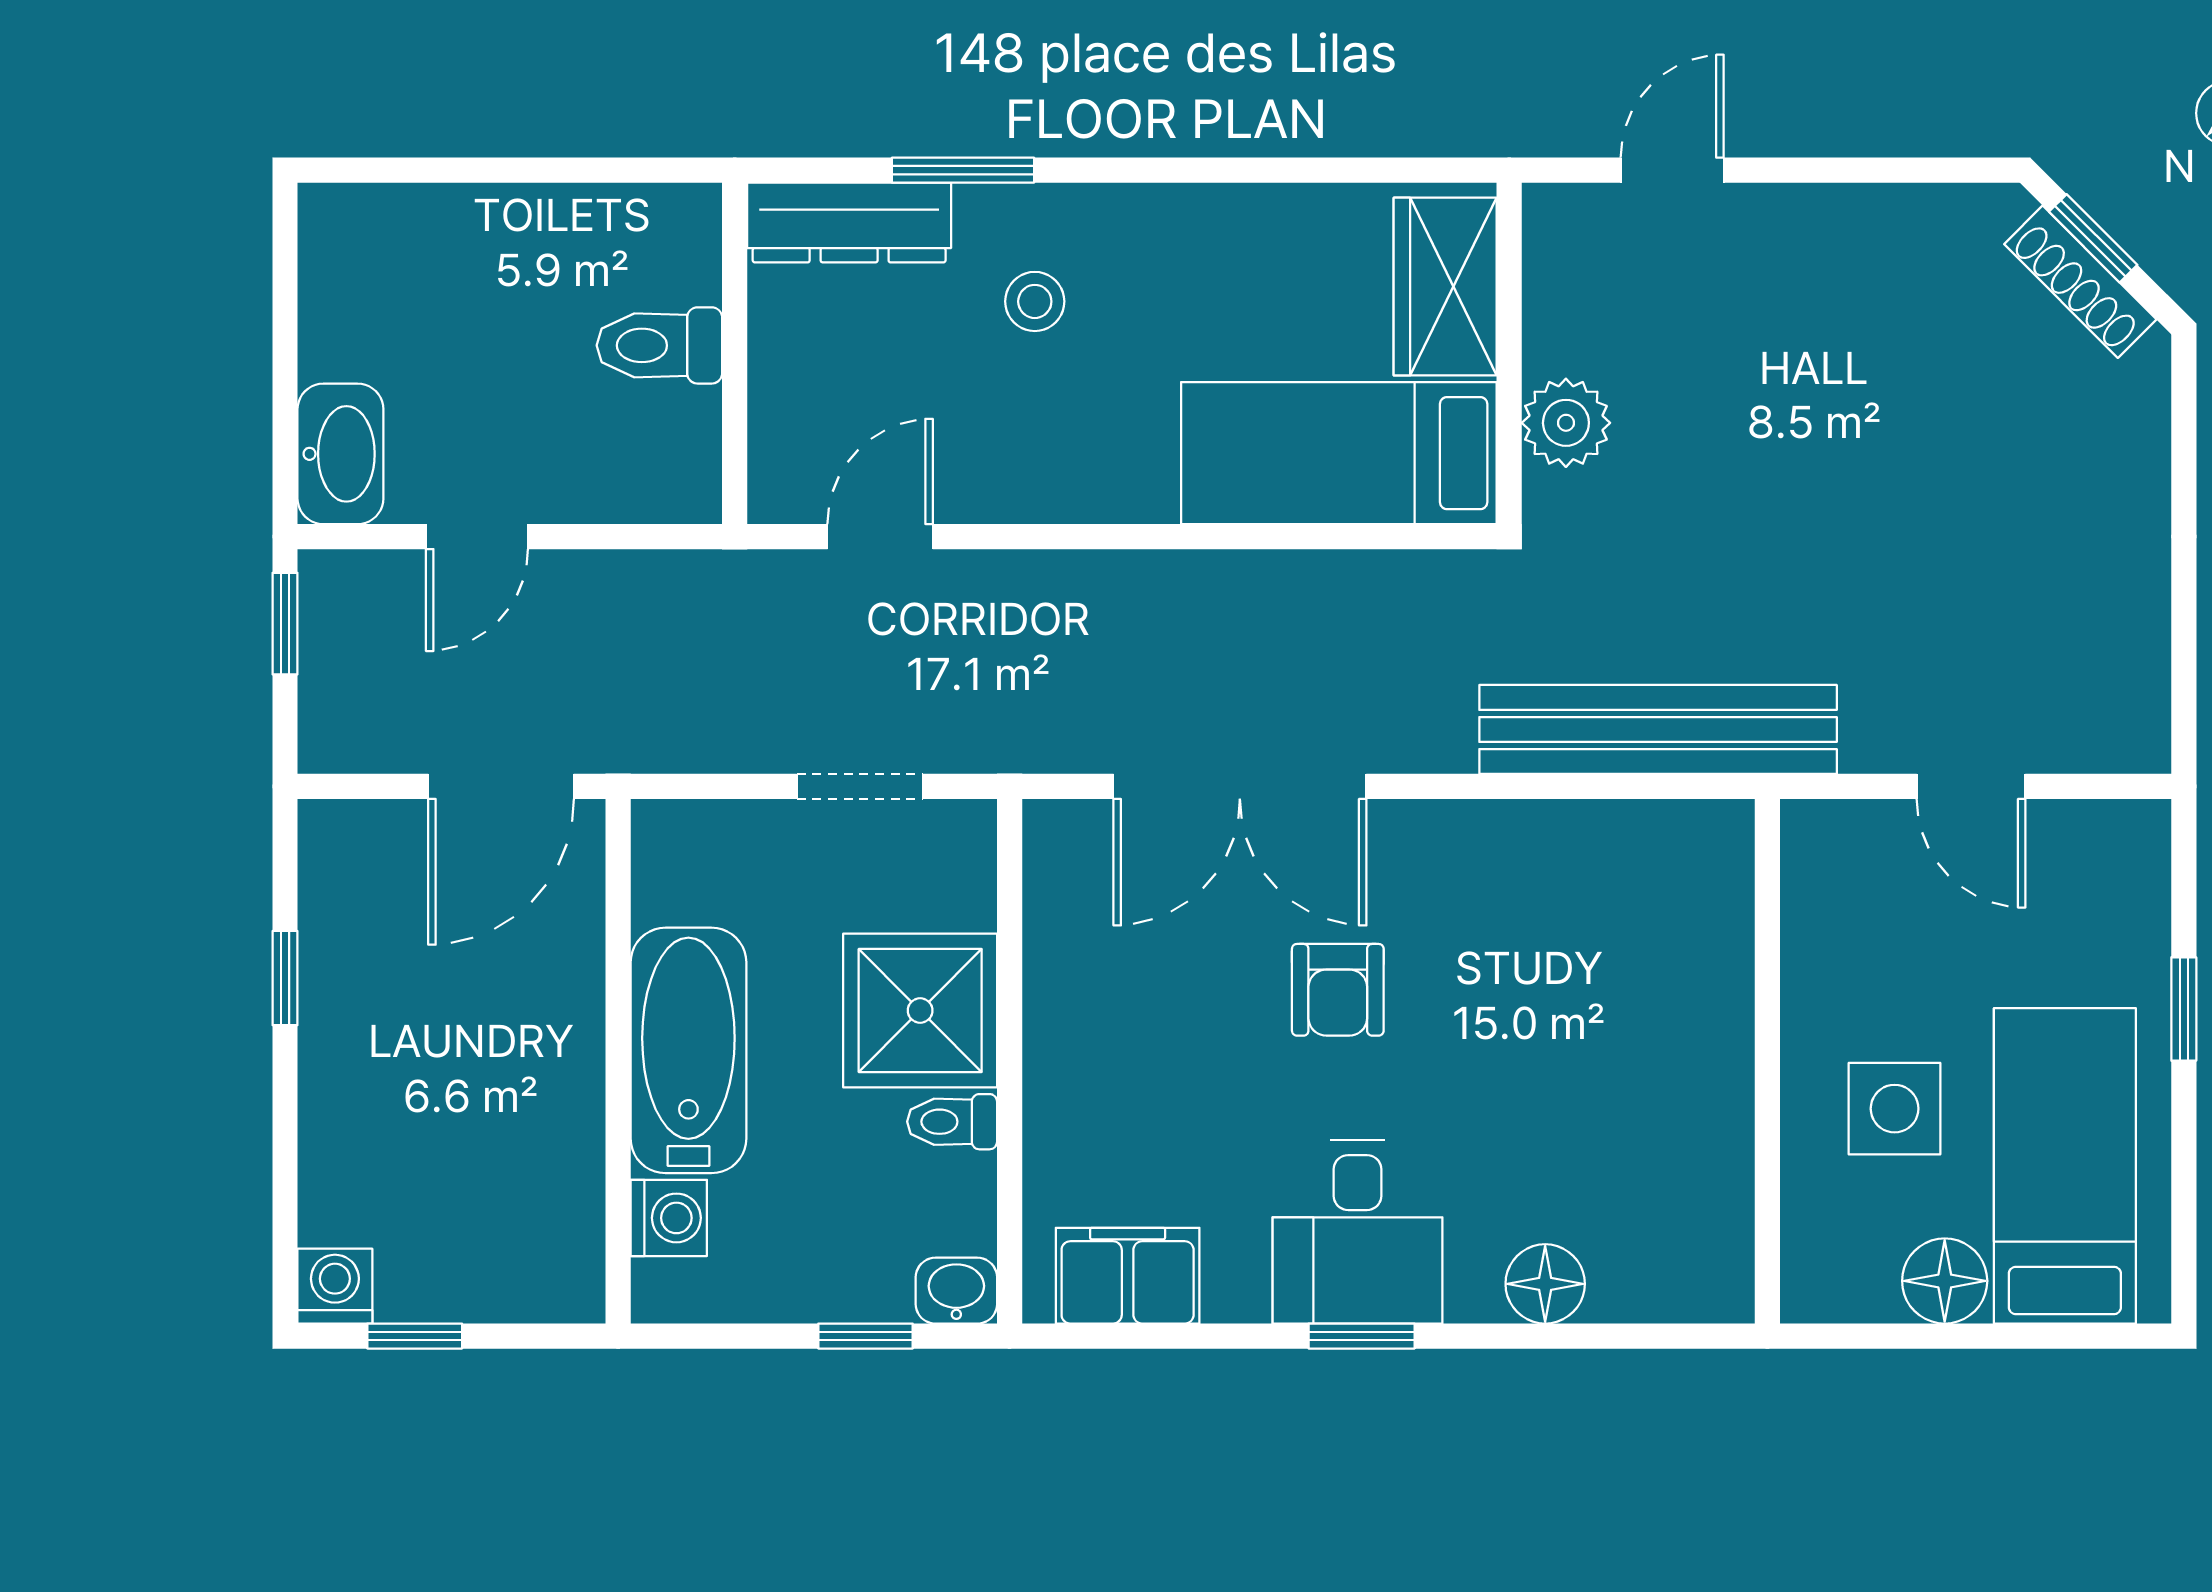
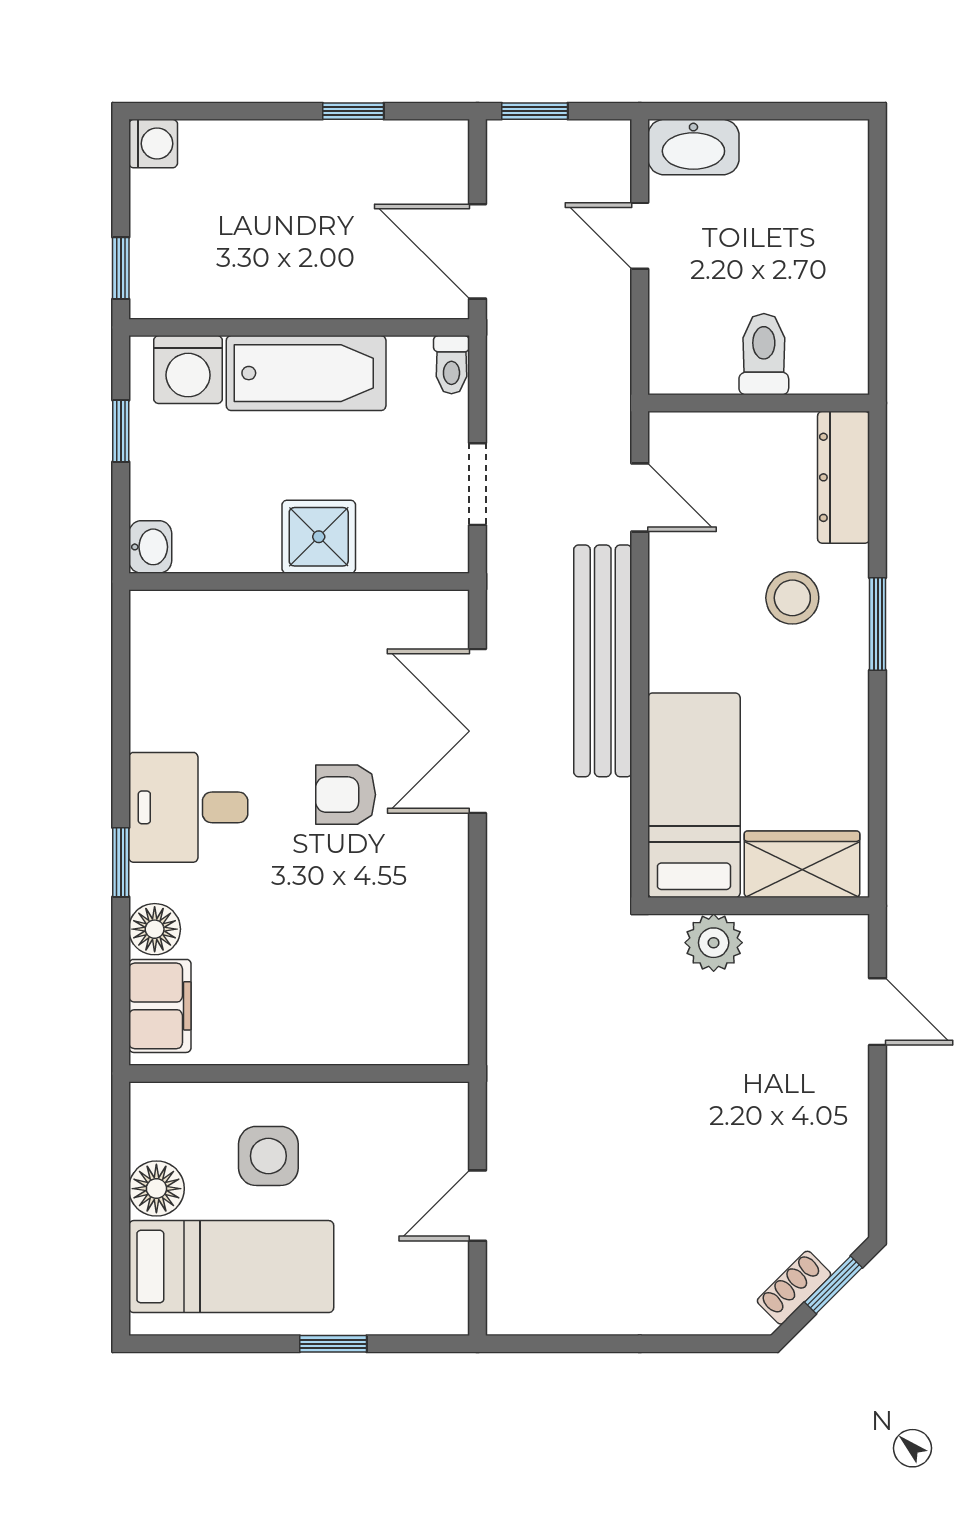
window: (963, 170) -> (878, 624), moved
shoe rack: (2080, 282) -> (794, 1288), width x0.70
stool: (1035, 301) -> (792, 598), width x1.37, depth x1.37
window: (285, 624) -> (535, 111), moved
bench: (1658, 729) -> (603, 661), moved
shower: (920, 1011) -> (319, 537), width x0.73, depth x0.73
toilet: (952, 1122) -> (451, 365), moved, turned 180
washing machine: (669, 1218) -> (188, 370), width x1.38, depth x1.38
filing cabinet: (1128, 1276) -> (160, 1006), moved
window: (415, 1336) -> (121, 268), moved
window: (866, 1336) -> (121, 431), moved
window: (1362, 1336) -> (121, 862), moved

